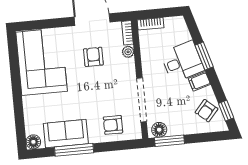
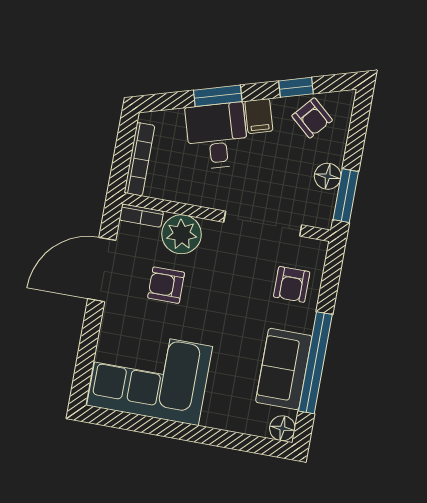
bookcase: (151, 24) -> (139, 159), width x1.56
plant: (128, 52) -> (182, 234), width x1.88, depth x1.88
window: (226, 111) -> (296, 87), moved
floor lamp: (159, 130) -> (328, 176), moved
window: (74, 150) -> (315, 363), width x1.46

